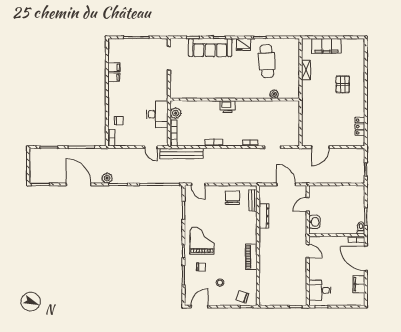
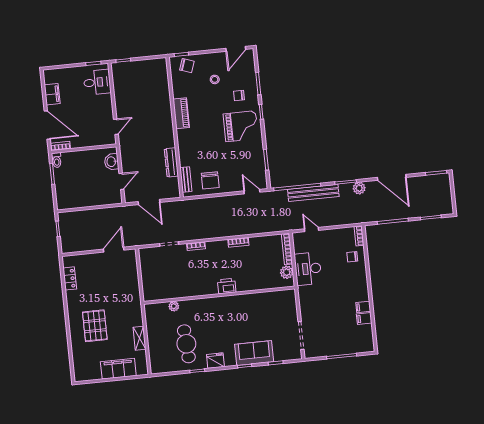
sofa: (210, 48) -> (254, 353), width x0.73
pallet: (343, 84) -> (95, 326), width x1.50, depth x1.42
bench: (181, 154) -> (313, 193), moved
grand piano: (202, 241) -> (241, 126), turned -90
door: (308, 251) -> (116, 127), swing flipped

